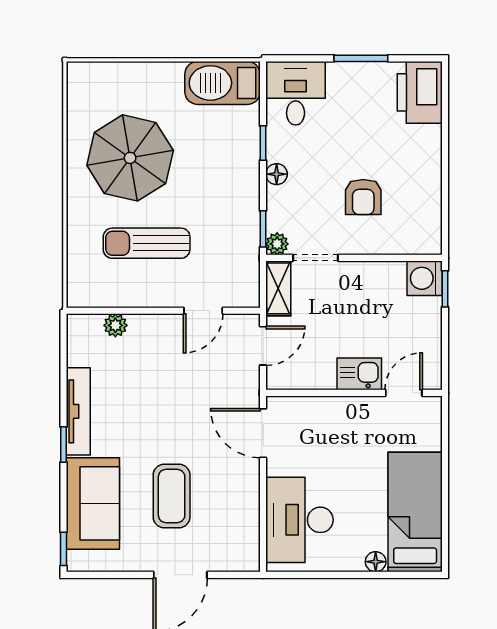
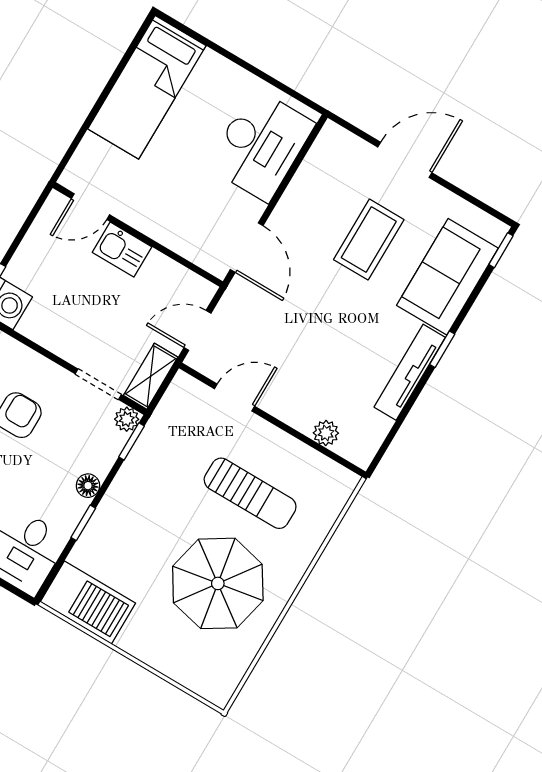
floor lamp: (376, 562) -> (212, 62), removed

